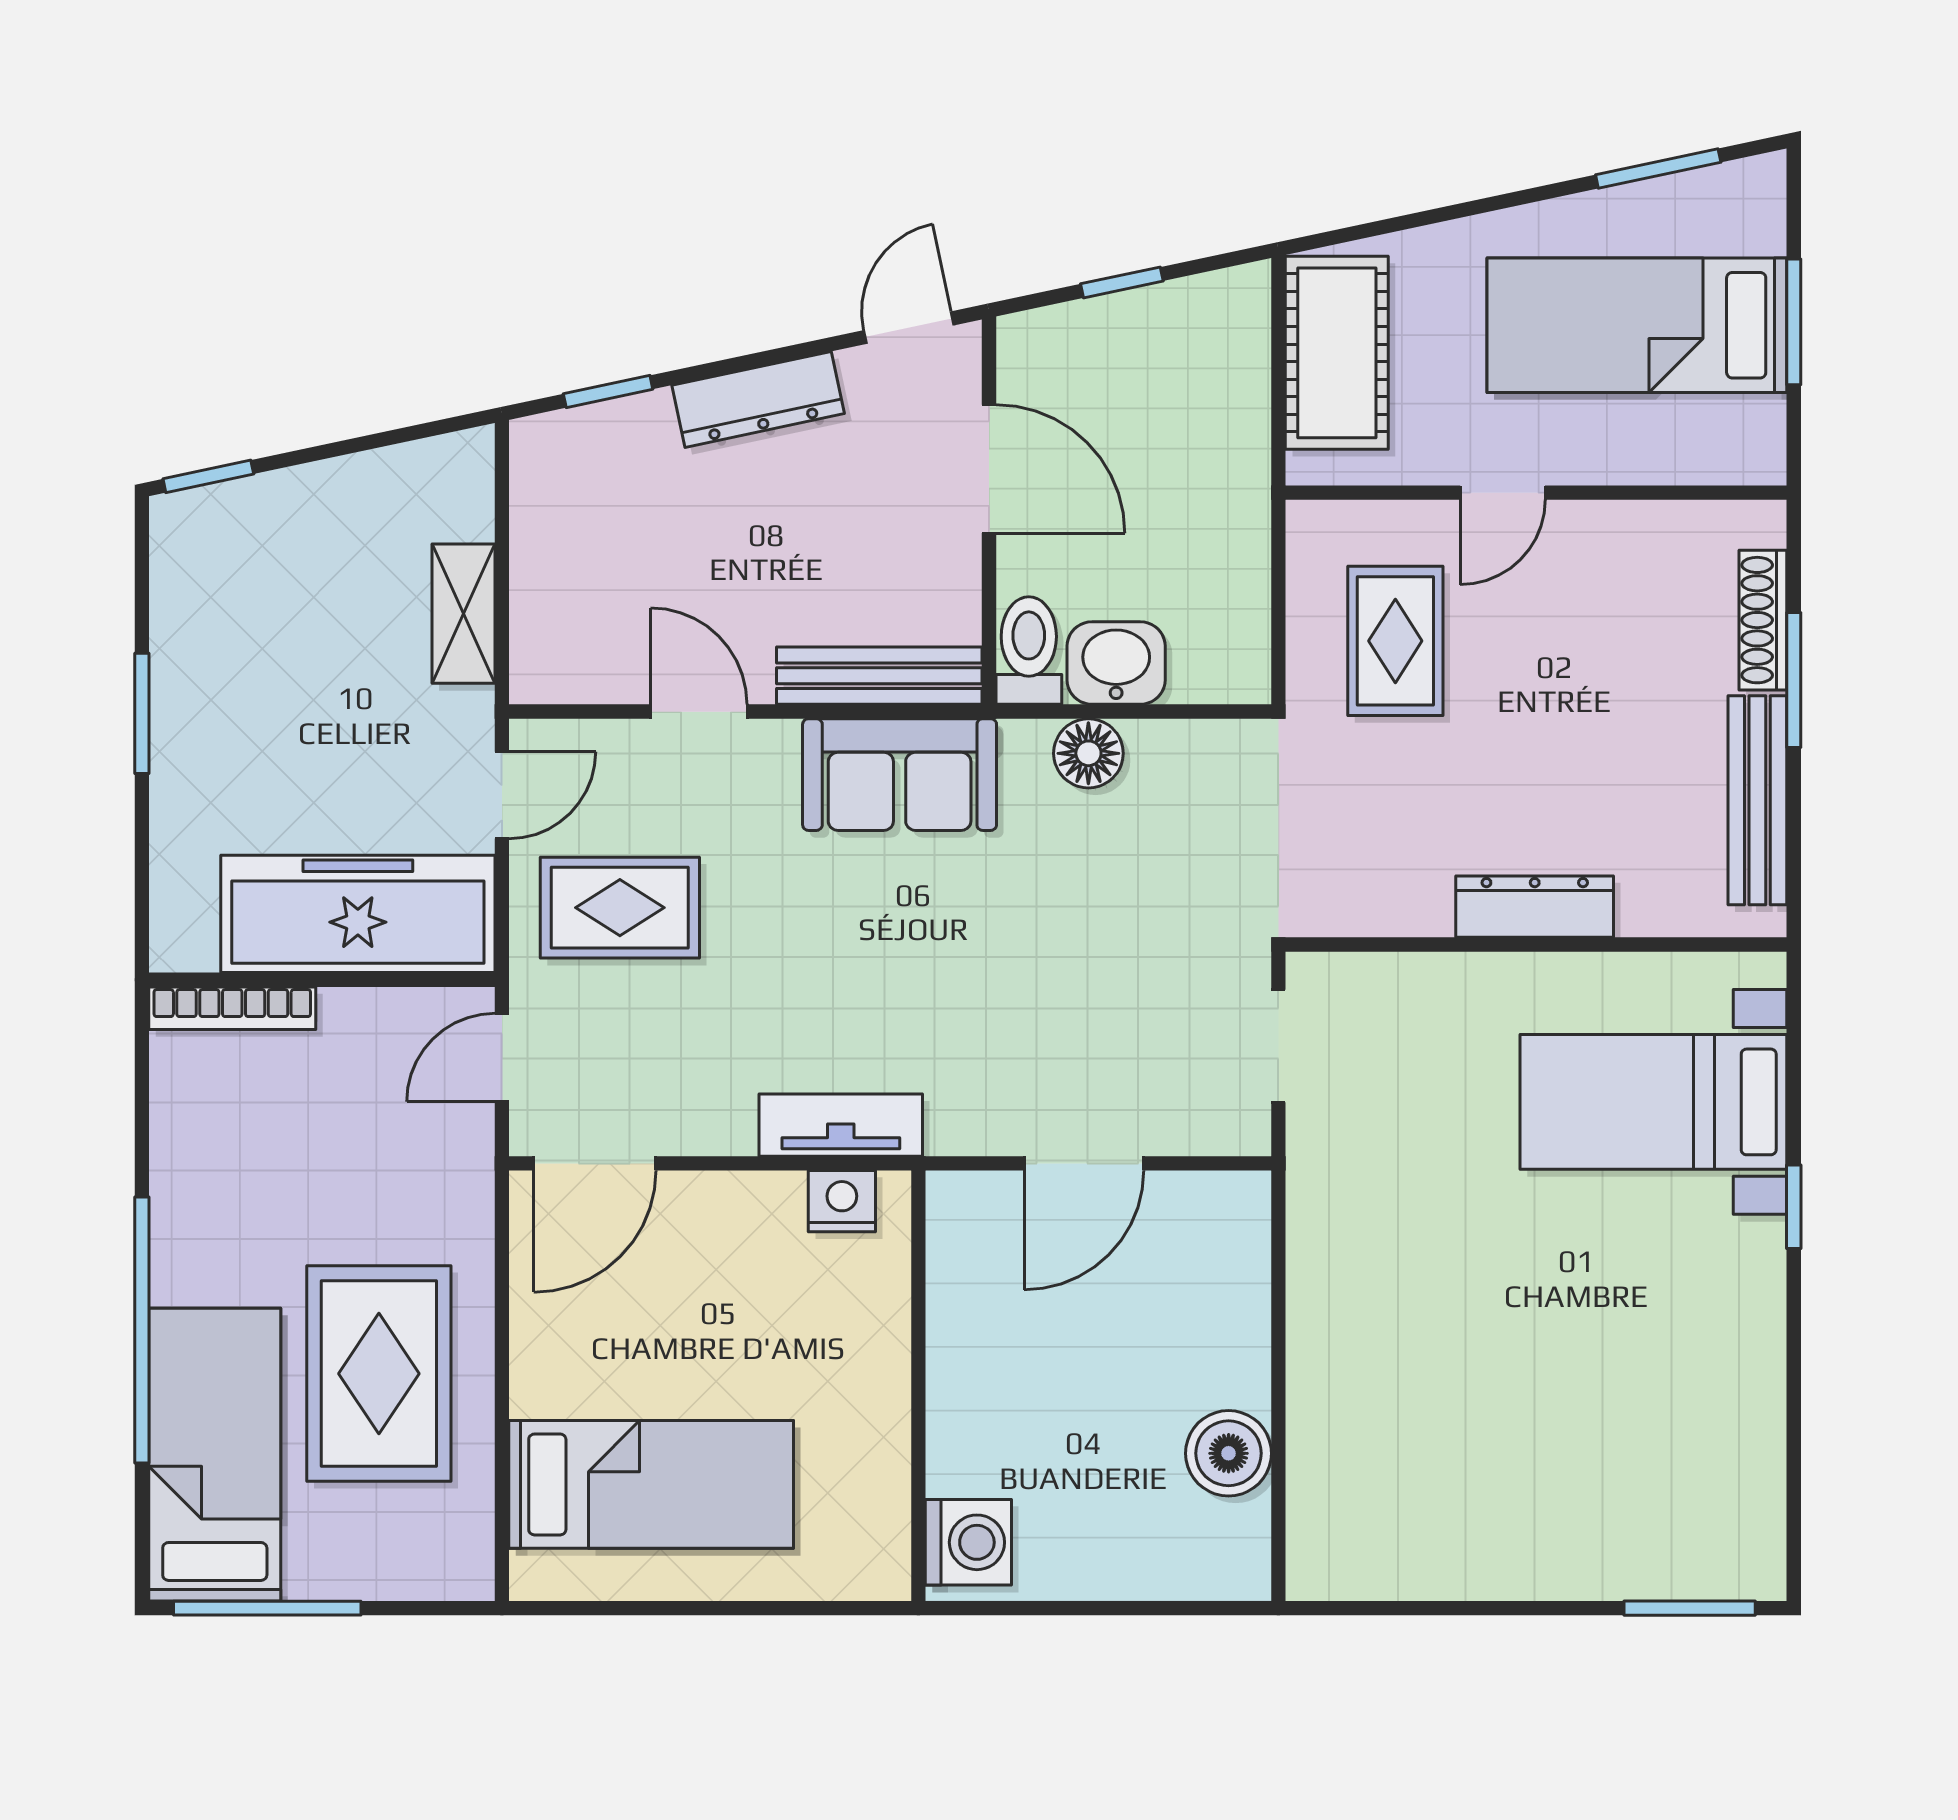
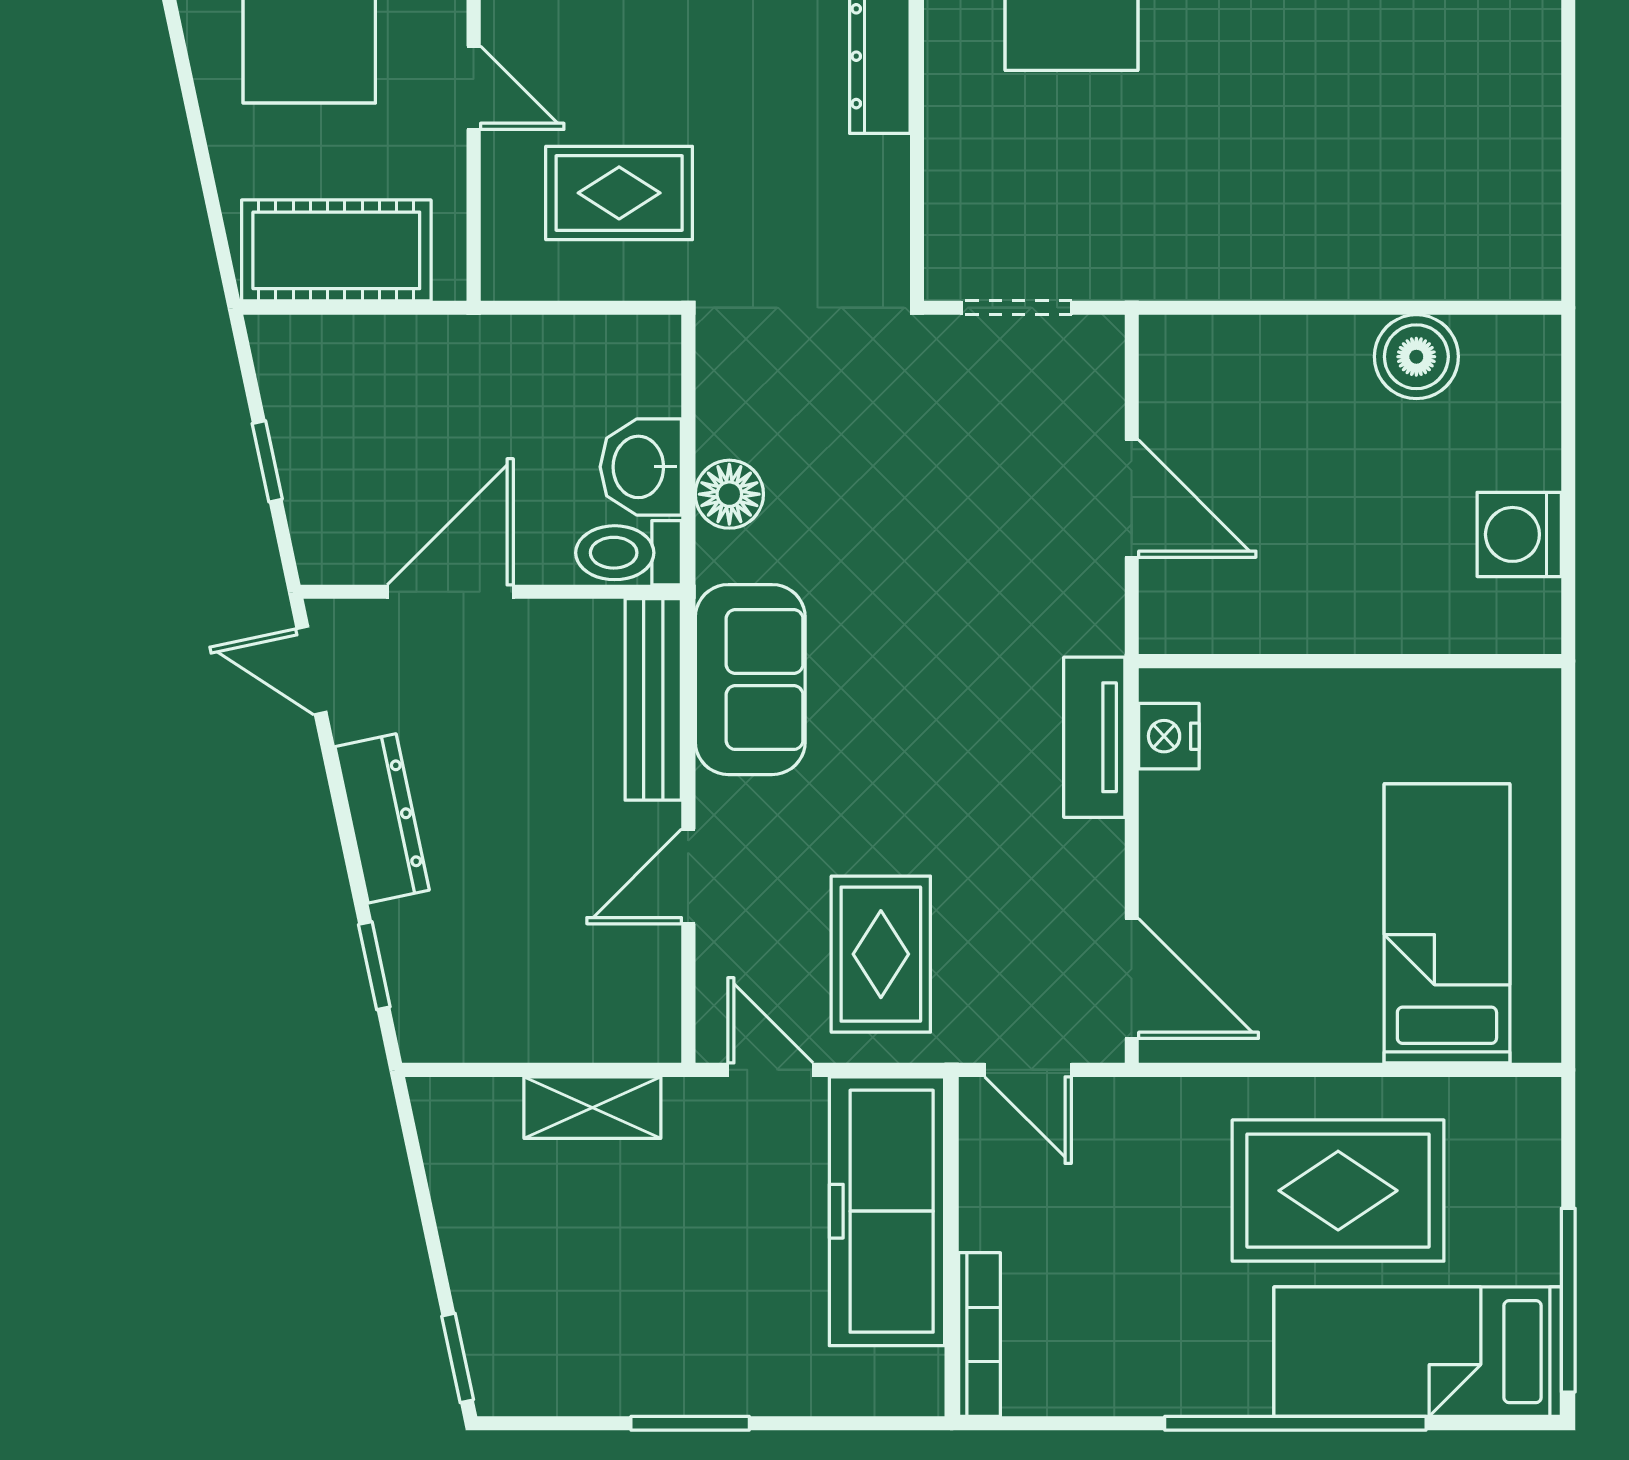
washing machine: (968, 1542) -> (1519, 534), moved, turned -90

